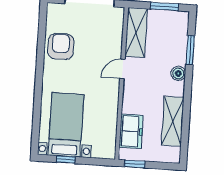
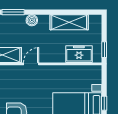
door: (122, 69) -> (31, 64), swing flipped

